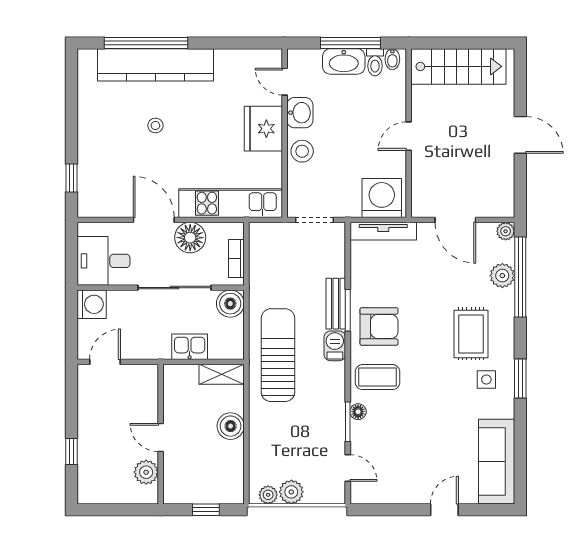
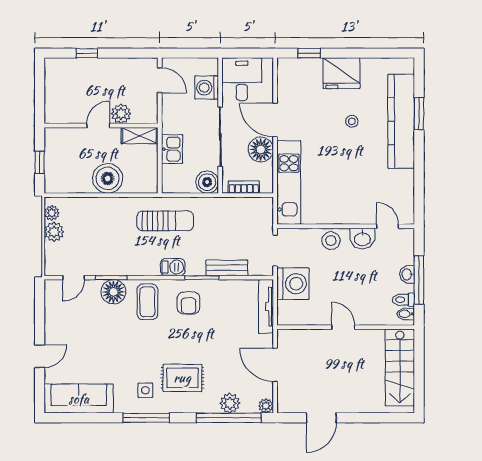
window: (146, 43) -> (419, 114), width x0.47
washbasin: (344, 61) -> (407, 274), width x0.52, depth x0.69
door: (285, 82) -> (388, 226), hinge flipped
fridge: (263, 129) -> (341, 73), moved, turned 180
door: (520, 135) -> (321, 418), moved
washing machine: (382, 198) -> (293, 284), moved
door: (154, 220) -> (275, 120), swing flipped
door: (455, 220) -> (275, 365), hinge flipped
washing machine: (92, 304) -> (207, 88), moved, turned 90
bench: (336, 304) -> (227, 268), moved
armchair: (379, 326) -> (189, 303), width x0.72, depth x0.72
sun lounger: (278, 355) -> (165, 221), width x0.73, depth x0.75
shelving: (222, 374) -> (140, 136), moved, turned 90
window: (520, 379) -> (146, 418), width x1.44
floor lamp: (358, 412) -> (113, 292), width x1.89, depth x1.89
boiler: (231, 426) -> (108, 178), width x1.37, depth x1.37
plant: (146, 472) -> (121, 114), moved
door: (444, 510) -> (40, 356), hinge flipped

